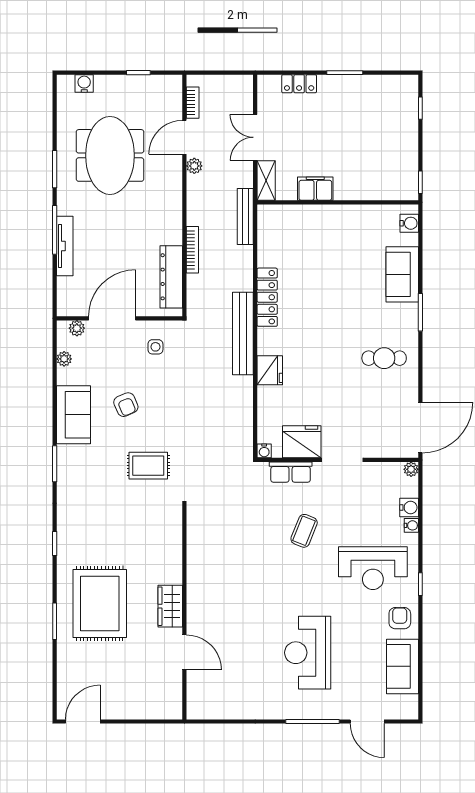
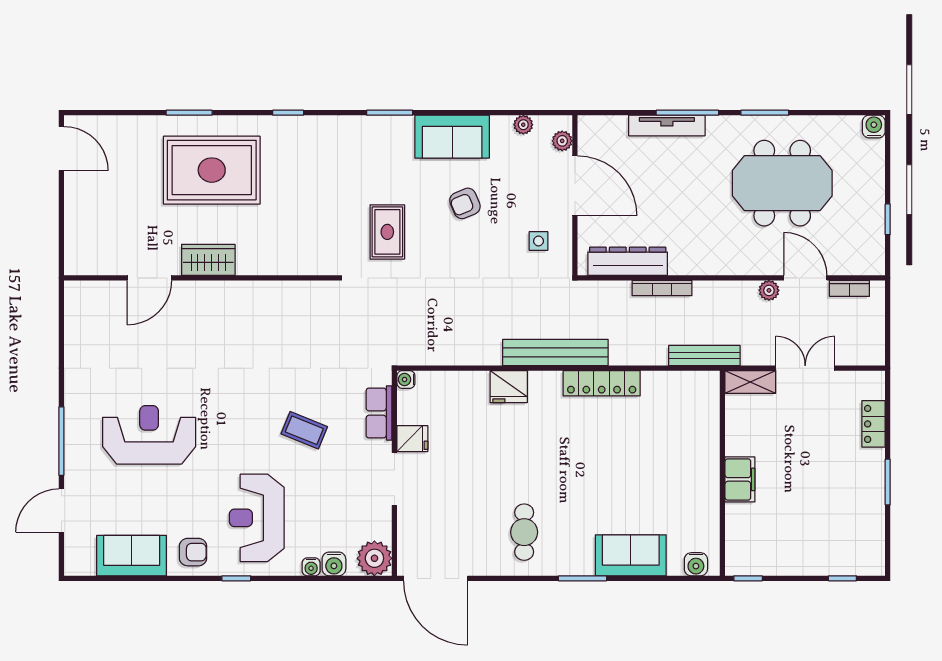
water cooler: (84, 84) -> (874, 127), moved, turned -90
filing cabinet: (315, 189) -> (740, 479), moved
fridge: (302, 442) -> (412, 439), width x0.53, depth x0.75
plant: (411, 469) -> (374, 558), width x1.87, depth x1.87

